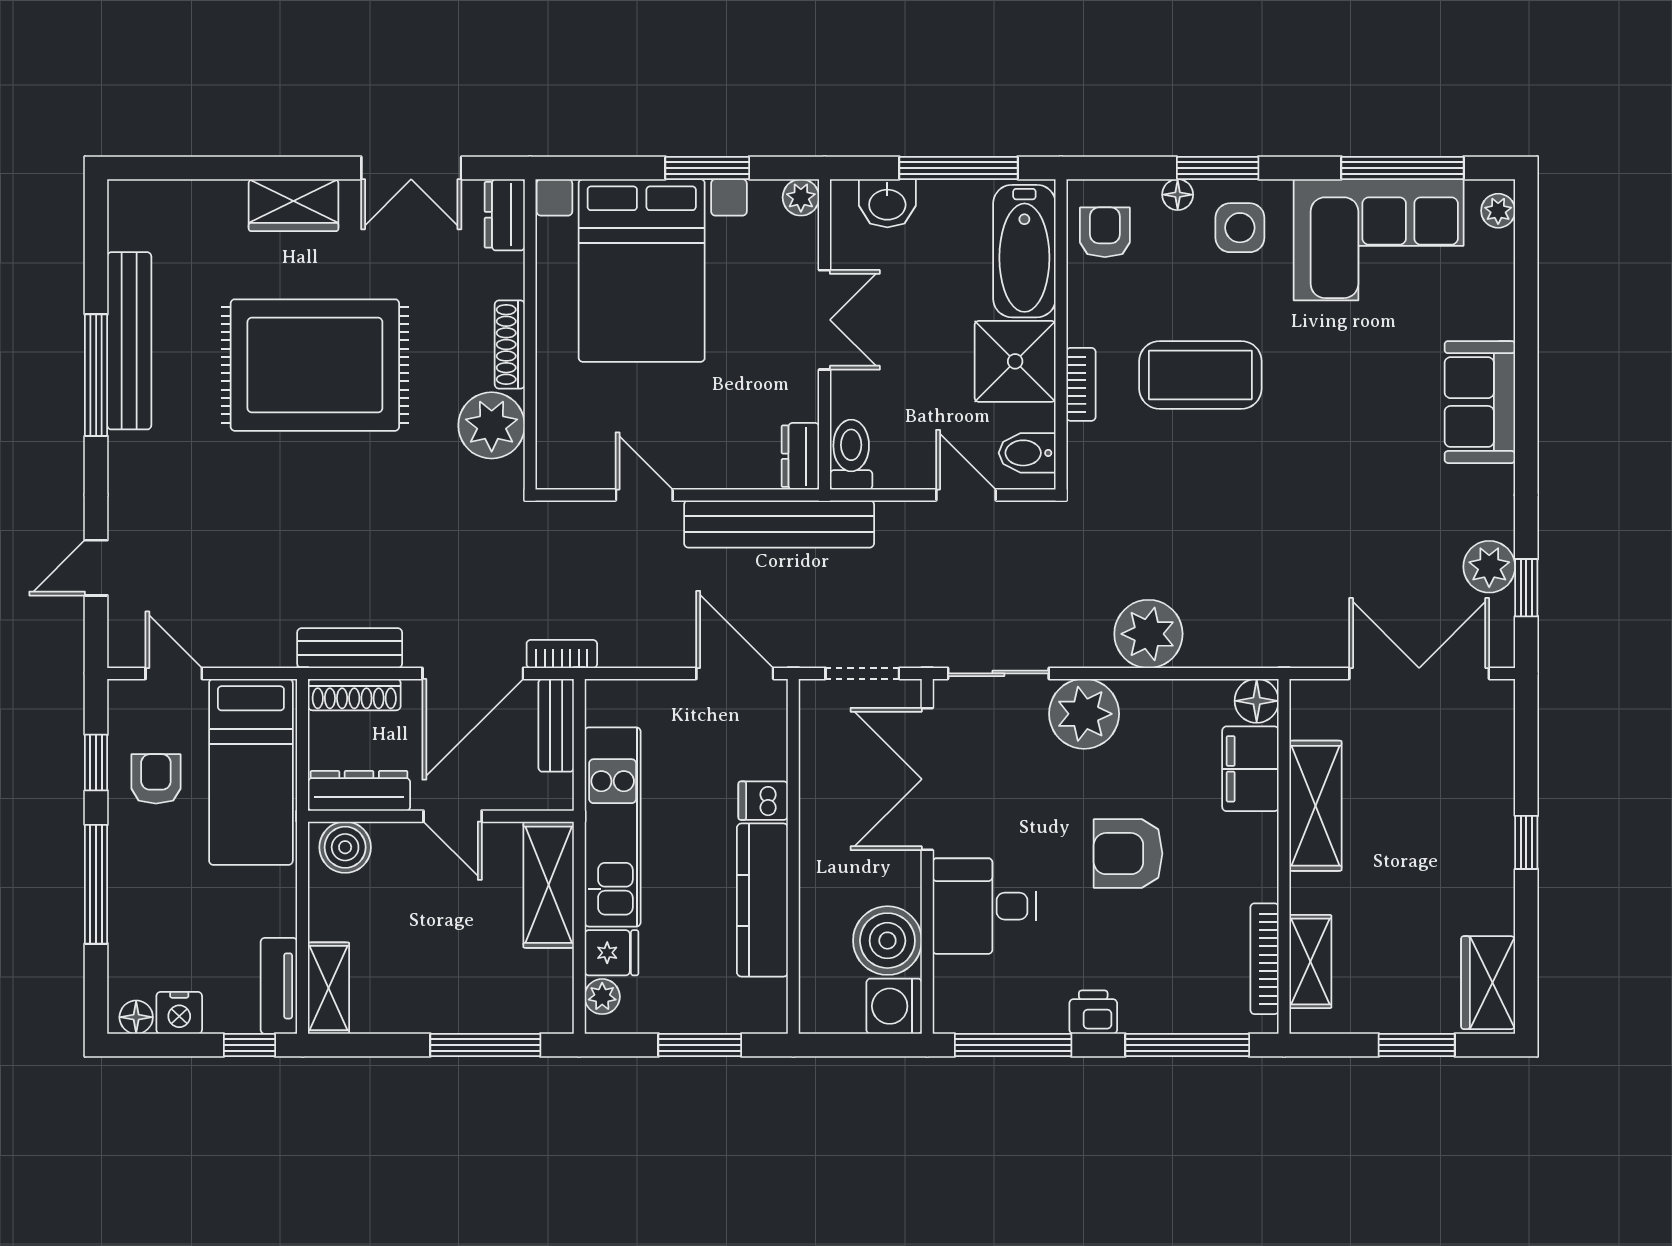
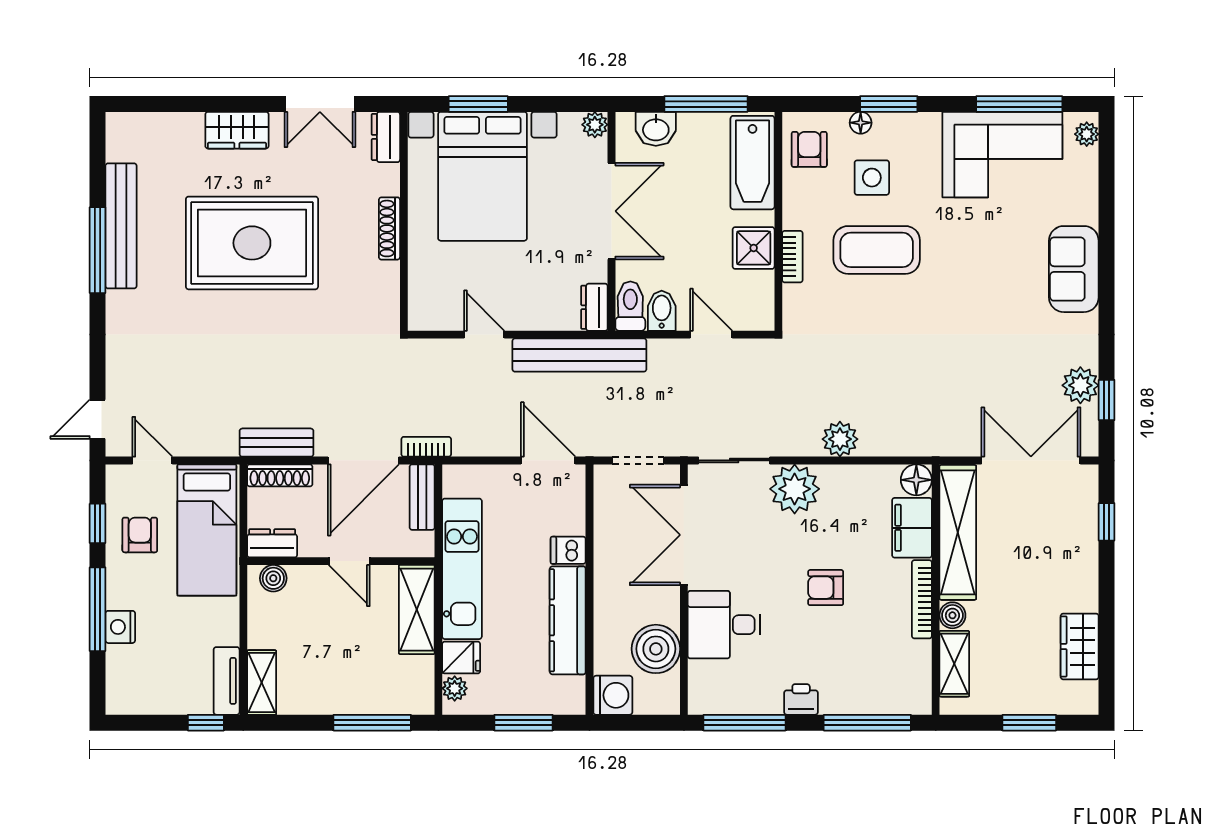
window: (707, 168) -> (478, 104), moved
side table: (1240, 228) -> (872, 178), moved
double door: (825, 320) -> (612, 211), width x1.37
shower: (1015, 361) -> (754, 248), width x0.73, depth x0.73
plant: (492, 425) -> (377, 286), removed
bidet: (1027, 453) -> (662, 311), moved, turned 90
door: (96, 568) -> (98, 419), moved
plant: (1148, 634) -> (840, 439), width x0.73, depth x0.73
dresser: (359, 791) -> (272, 543), width x0.70
shelving: (1315, 806) -> (958, 532), width x1.47
window: (1526, 842) -> (1107, 522), moved
boiler: (345, 847) -> (273, 578), width x0.73, depth x0.73
armchair: (1128, 854) -> (826, 588), width x0.72, depth x0.72
boiler: (1308, 893) -> (952, 615), added
bookcase: (1264, 959) -> (922, 599), moved
wardrobe: (1488, 983) -> (1080, 646), moved
washing machine: (894, 1006) -> (613, 695), moved, turned 180
nightstand: (179, 1013) -> (120, 627), moved, turned 90
floor lamp: (136, 1017) -> (126, 703), removed

